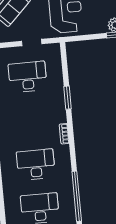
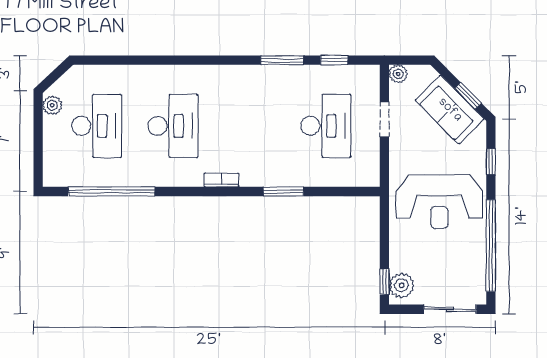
doorway: (32, 43) -> (384, 120), moved

